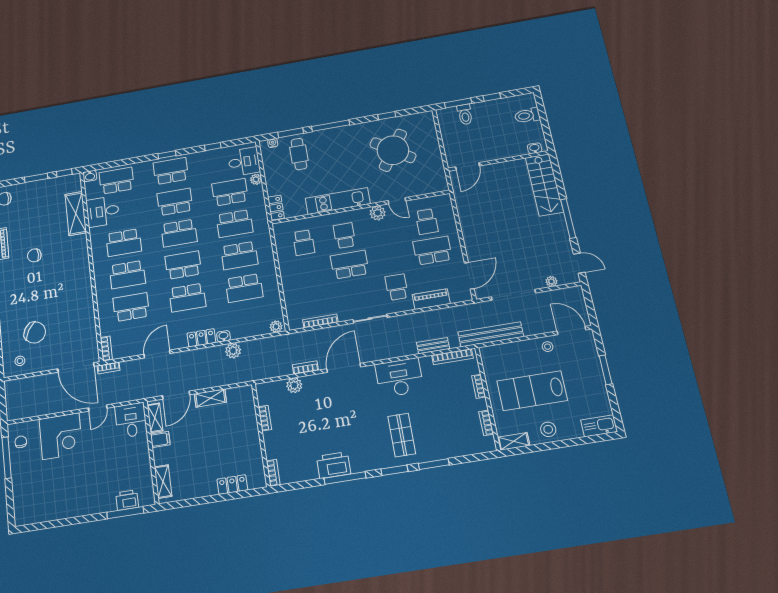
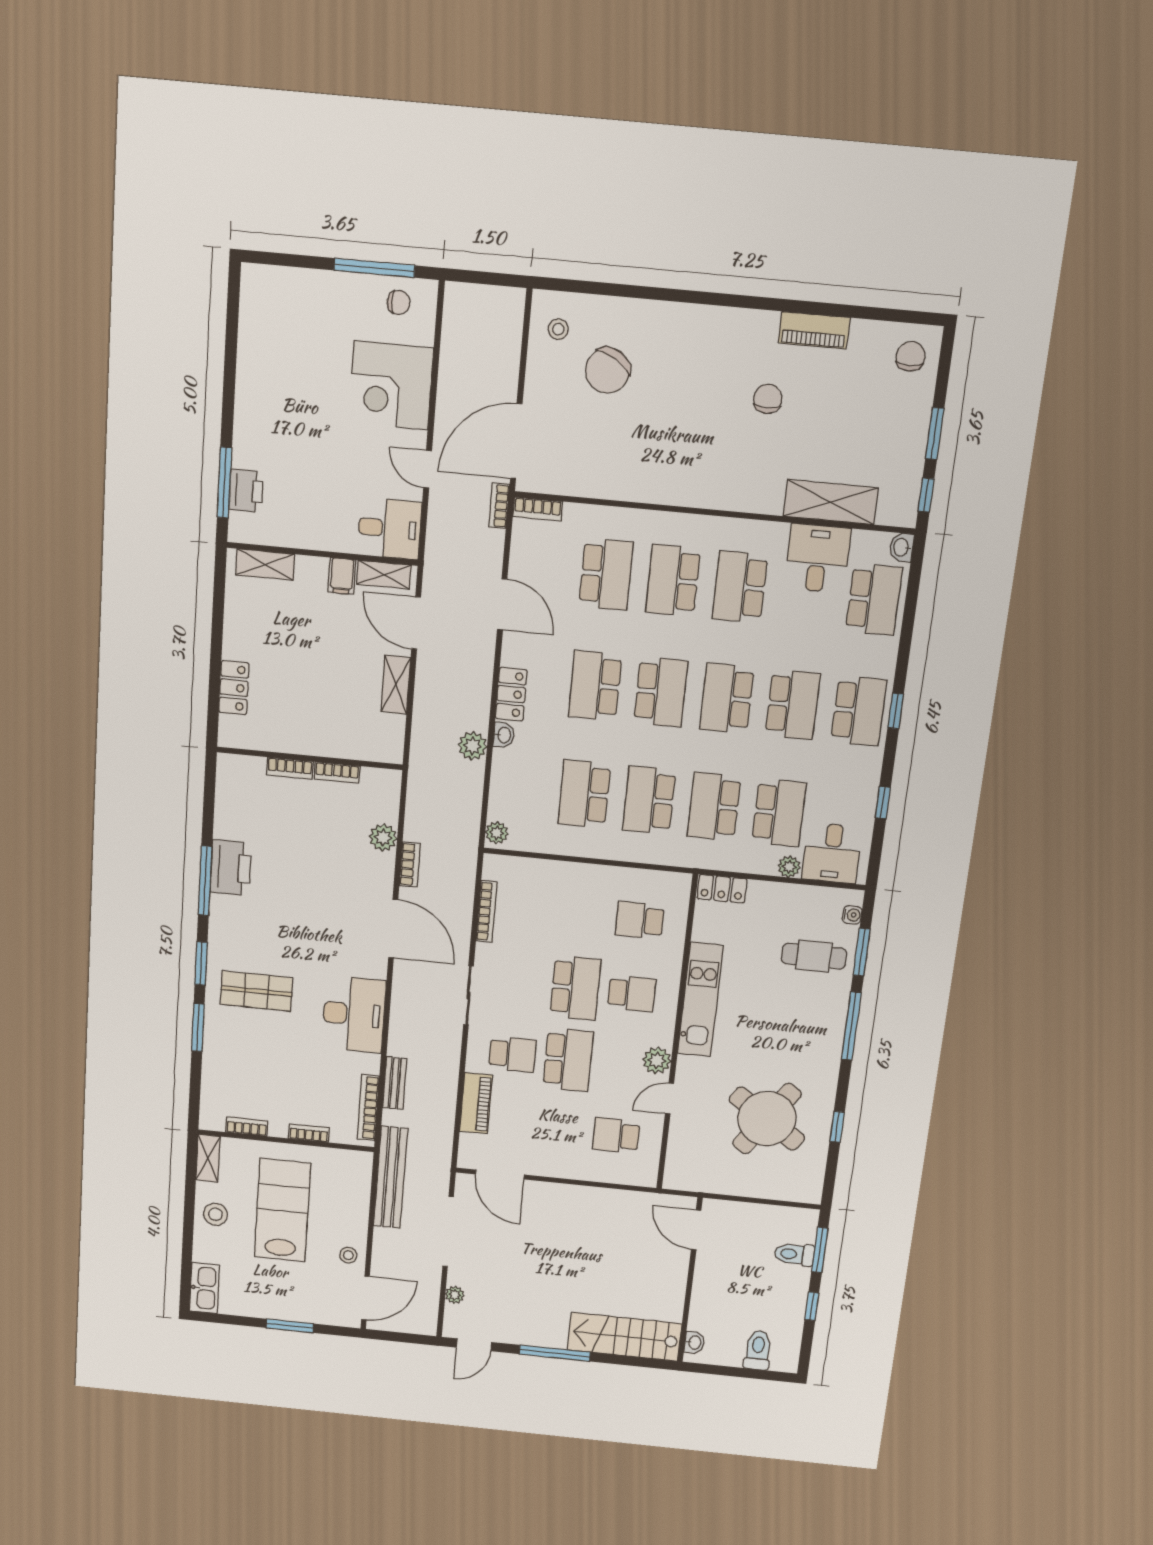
school desk: (433, 251) -> (568, 1060), moved
bookcase: (273, 473) -> (290, 768), moved

